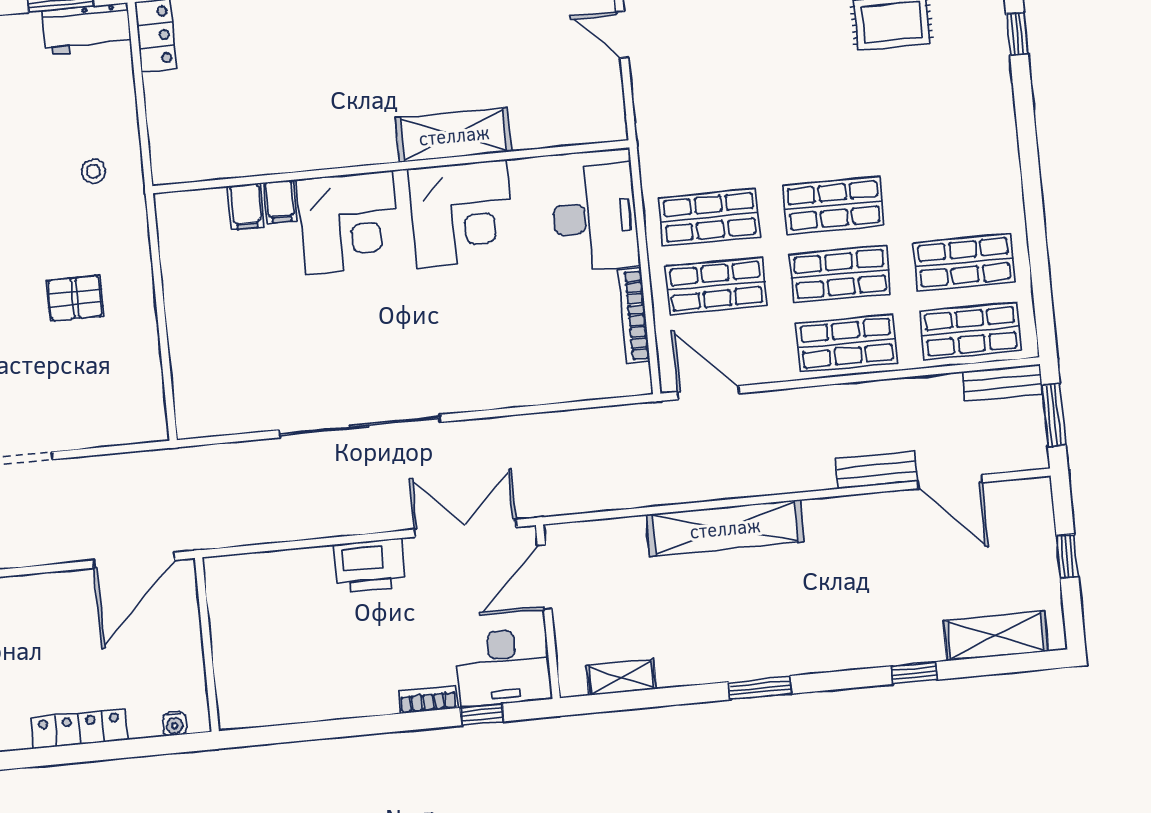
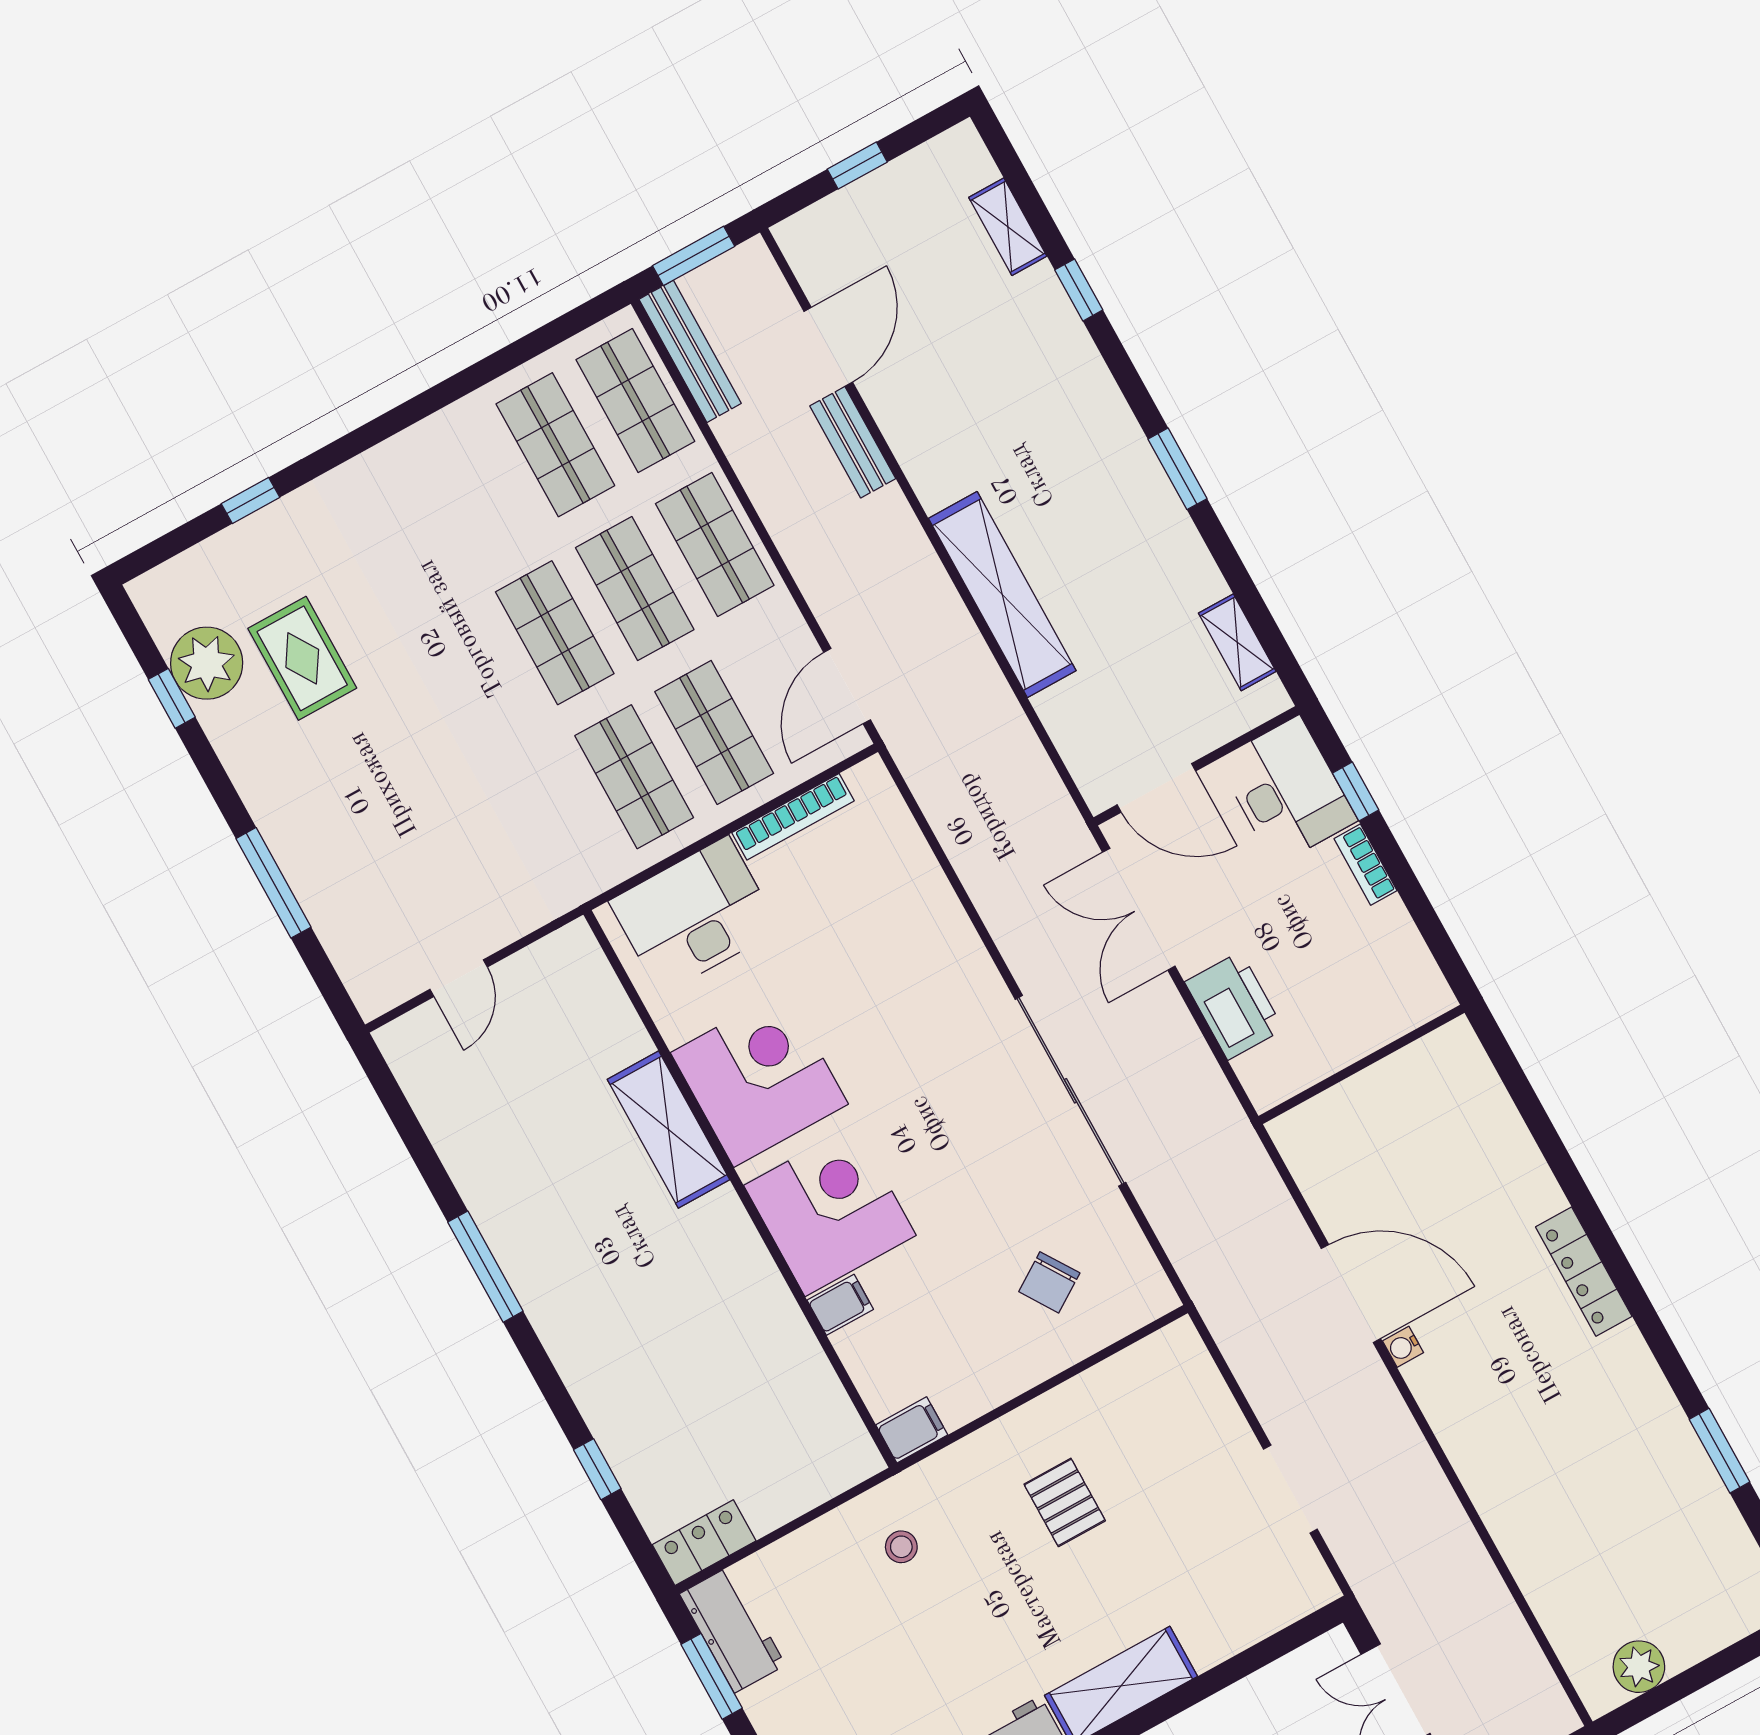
filing cabinet: (246, 207) -> (912, 1430), moved
chair: (233, 354) -> (1049, 1282), added
bench: (1003, 383) -> (690, 351), width x1.36
shelving: (996, 636) -> (1008, 227), width x0.67, depth x0.75
wall: (207, 644) -> (1361, 1064), moved
water cooler: (175, 724) -> (1403, 1347), moved, turned 180

